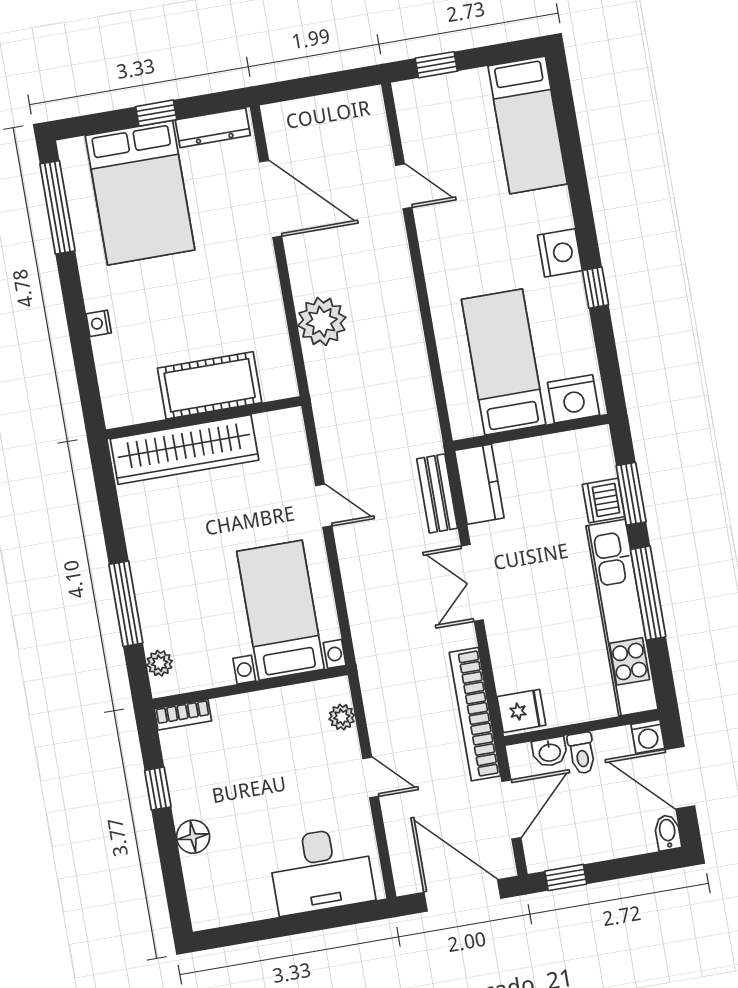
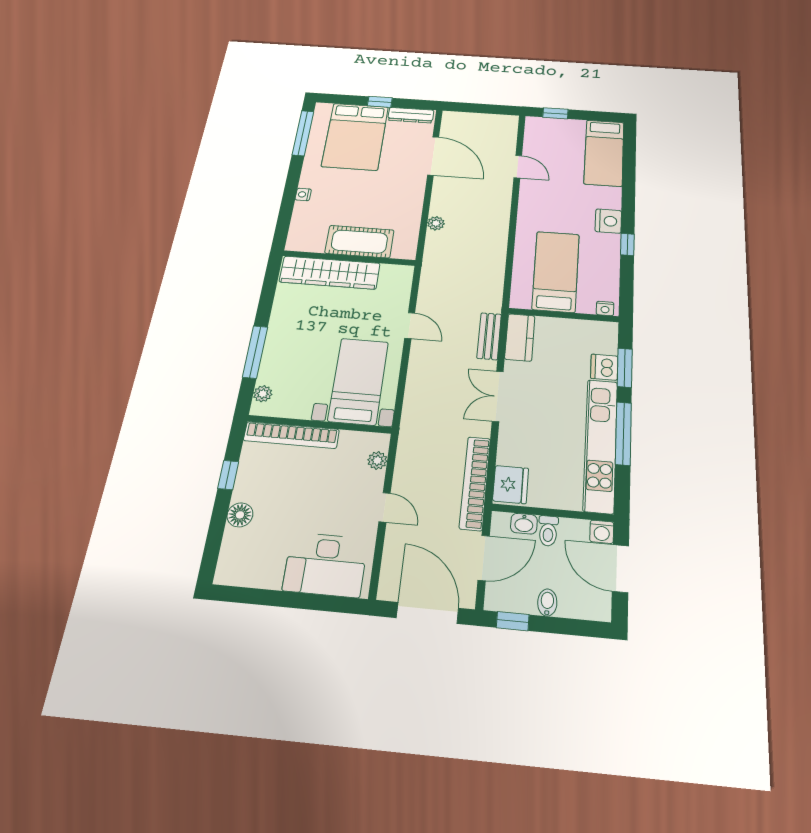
plant: (322, 321) -> (436, 223), width x0.53, depth x0.53
nightstand: (573, 399) -> (605, 308), width x0.53, depth x0.56
fridge: (521, 711) -> (511, 485), width x1.38
bookcase: (183, 715) -> (291, 435), width x2.31, depth x1.31
bidet: (668, 832) -> (547, 603), moved

